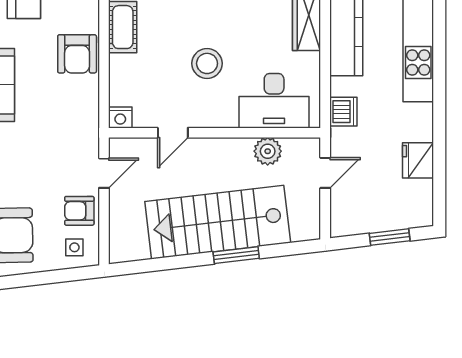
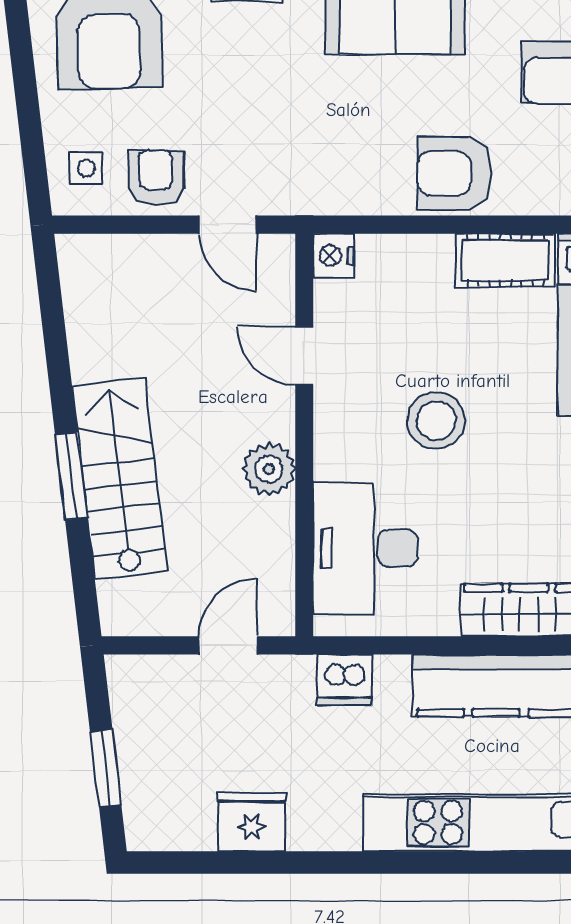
plant: (268, 151) -> (269, 469), moved
door: (325, 173) -> (228, 645), swing flipped
stairs: (218, 222) -> (120, 478), width x0.73, depth x0.66

